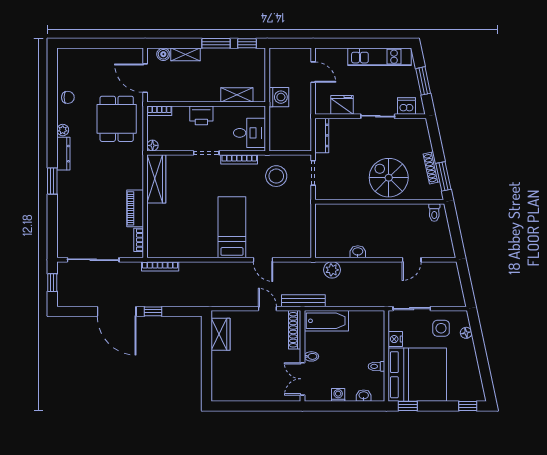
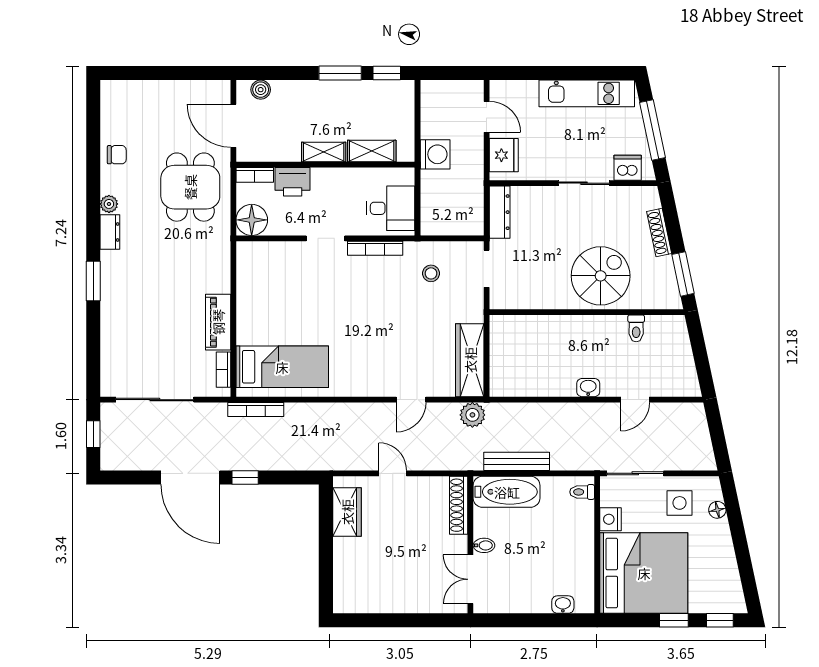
shelving: (186, 54) -> (324, 152), moved
window: (423, 81) -> (652, 130), width x1.44
fridge: (342, 105) -> (504, 155), moved, turned 90
printer: (201, 115) -> (293, 182), moved
floor lamp: (153, 145) -> (252, 220), width x1.89, depth x1.89
dresser: (63, 154) -> (110, 232), width x0.70
shoe rack: (432, 168) -> (659, 233), moved
stool: (276, 176) -> (431, 273), width x0.53, depth x0.53
spiral stairs: (389, 178) -> (601, 276), turned 90
wardrobe: (156, 179) -> (470, 360), moved, turned 180
toilet: (434, 213) -> (636, 328), moved
bed: (232, 227) -> (282, 367), moved, turned 90
washbasin: (358, 252) -> (588, 388), moved
door: (263, 260) -> (411, 400), hinge flipped
plant: (332, 270) -> (472, 415), moved
bench: (303, 301) -> (517, 461), moved
door: (267, 309) -> (393, 473), moved
toilet: (376, 366) -> (582, 492), moved
washing machine: (338, 395) -> (524, 604), removed
window: (408, 406) -> (674, 620), moved

